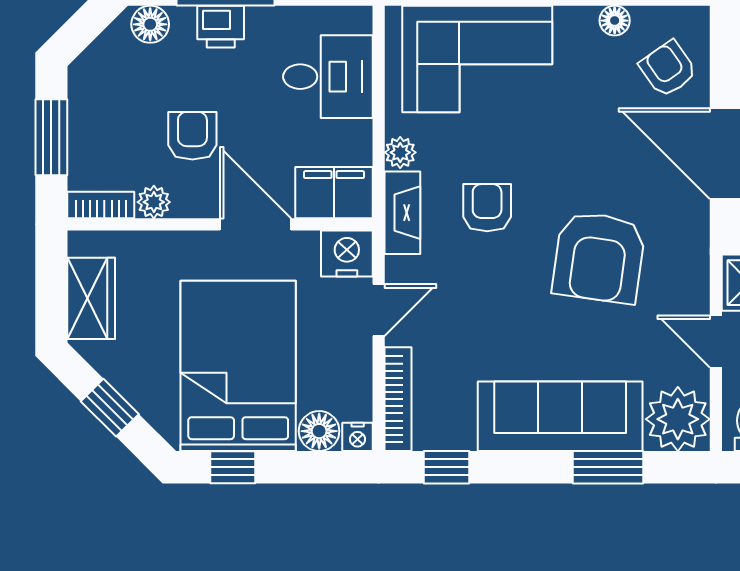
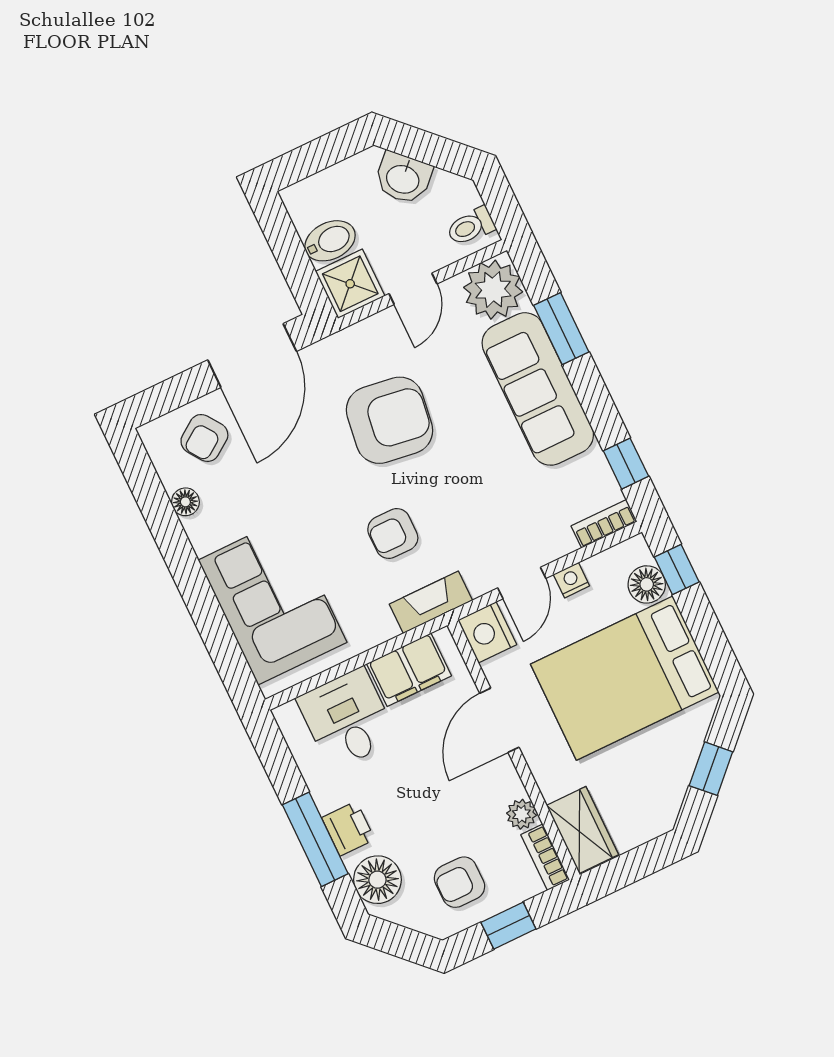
floor lamp: (150, 24) -> (377, 880), width x1.38, depth x1.38
armchair: (192, 136) -> (460, 882), moved
window: (51, 137) -> (508, 926), width x0.67
plant: (400, 152) -> (381, 628), removed
filing cabinet: (334, 193) -> (409, 670), moved, turned -90
wardrobe: (91, 298) -> (582, 830), moved, turned 90
door: (379, 310) -> (522, 583), swing flipped
bookcase: (398, 399) -> (604, 524), width x0.64
nightstand: (358, 437) -> (571, 580), moved, turned -90
window: (233, 467) -> (677, 570), moved

